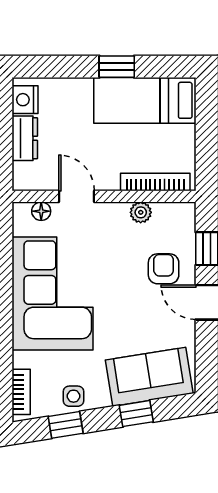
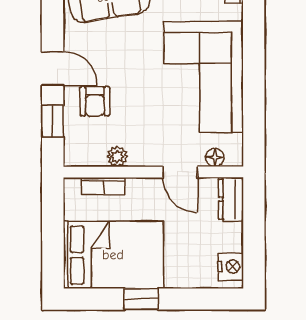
bed: (145, 100) -> (113, 255), width x1.50
dresser: (25, 138) -> (231, 199), moved
bookcase: (155, 182) -> (103, 186), width x0.64

